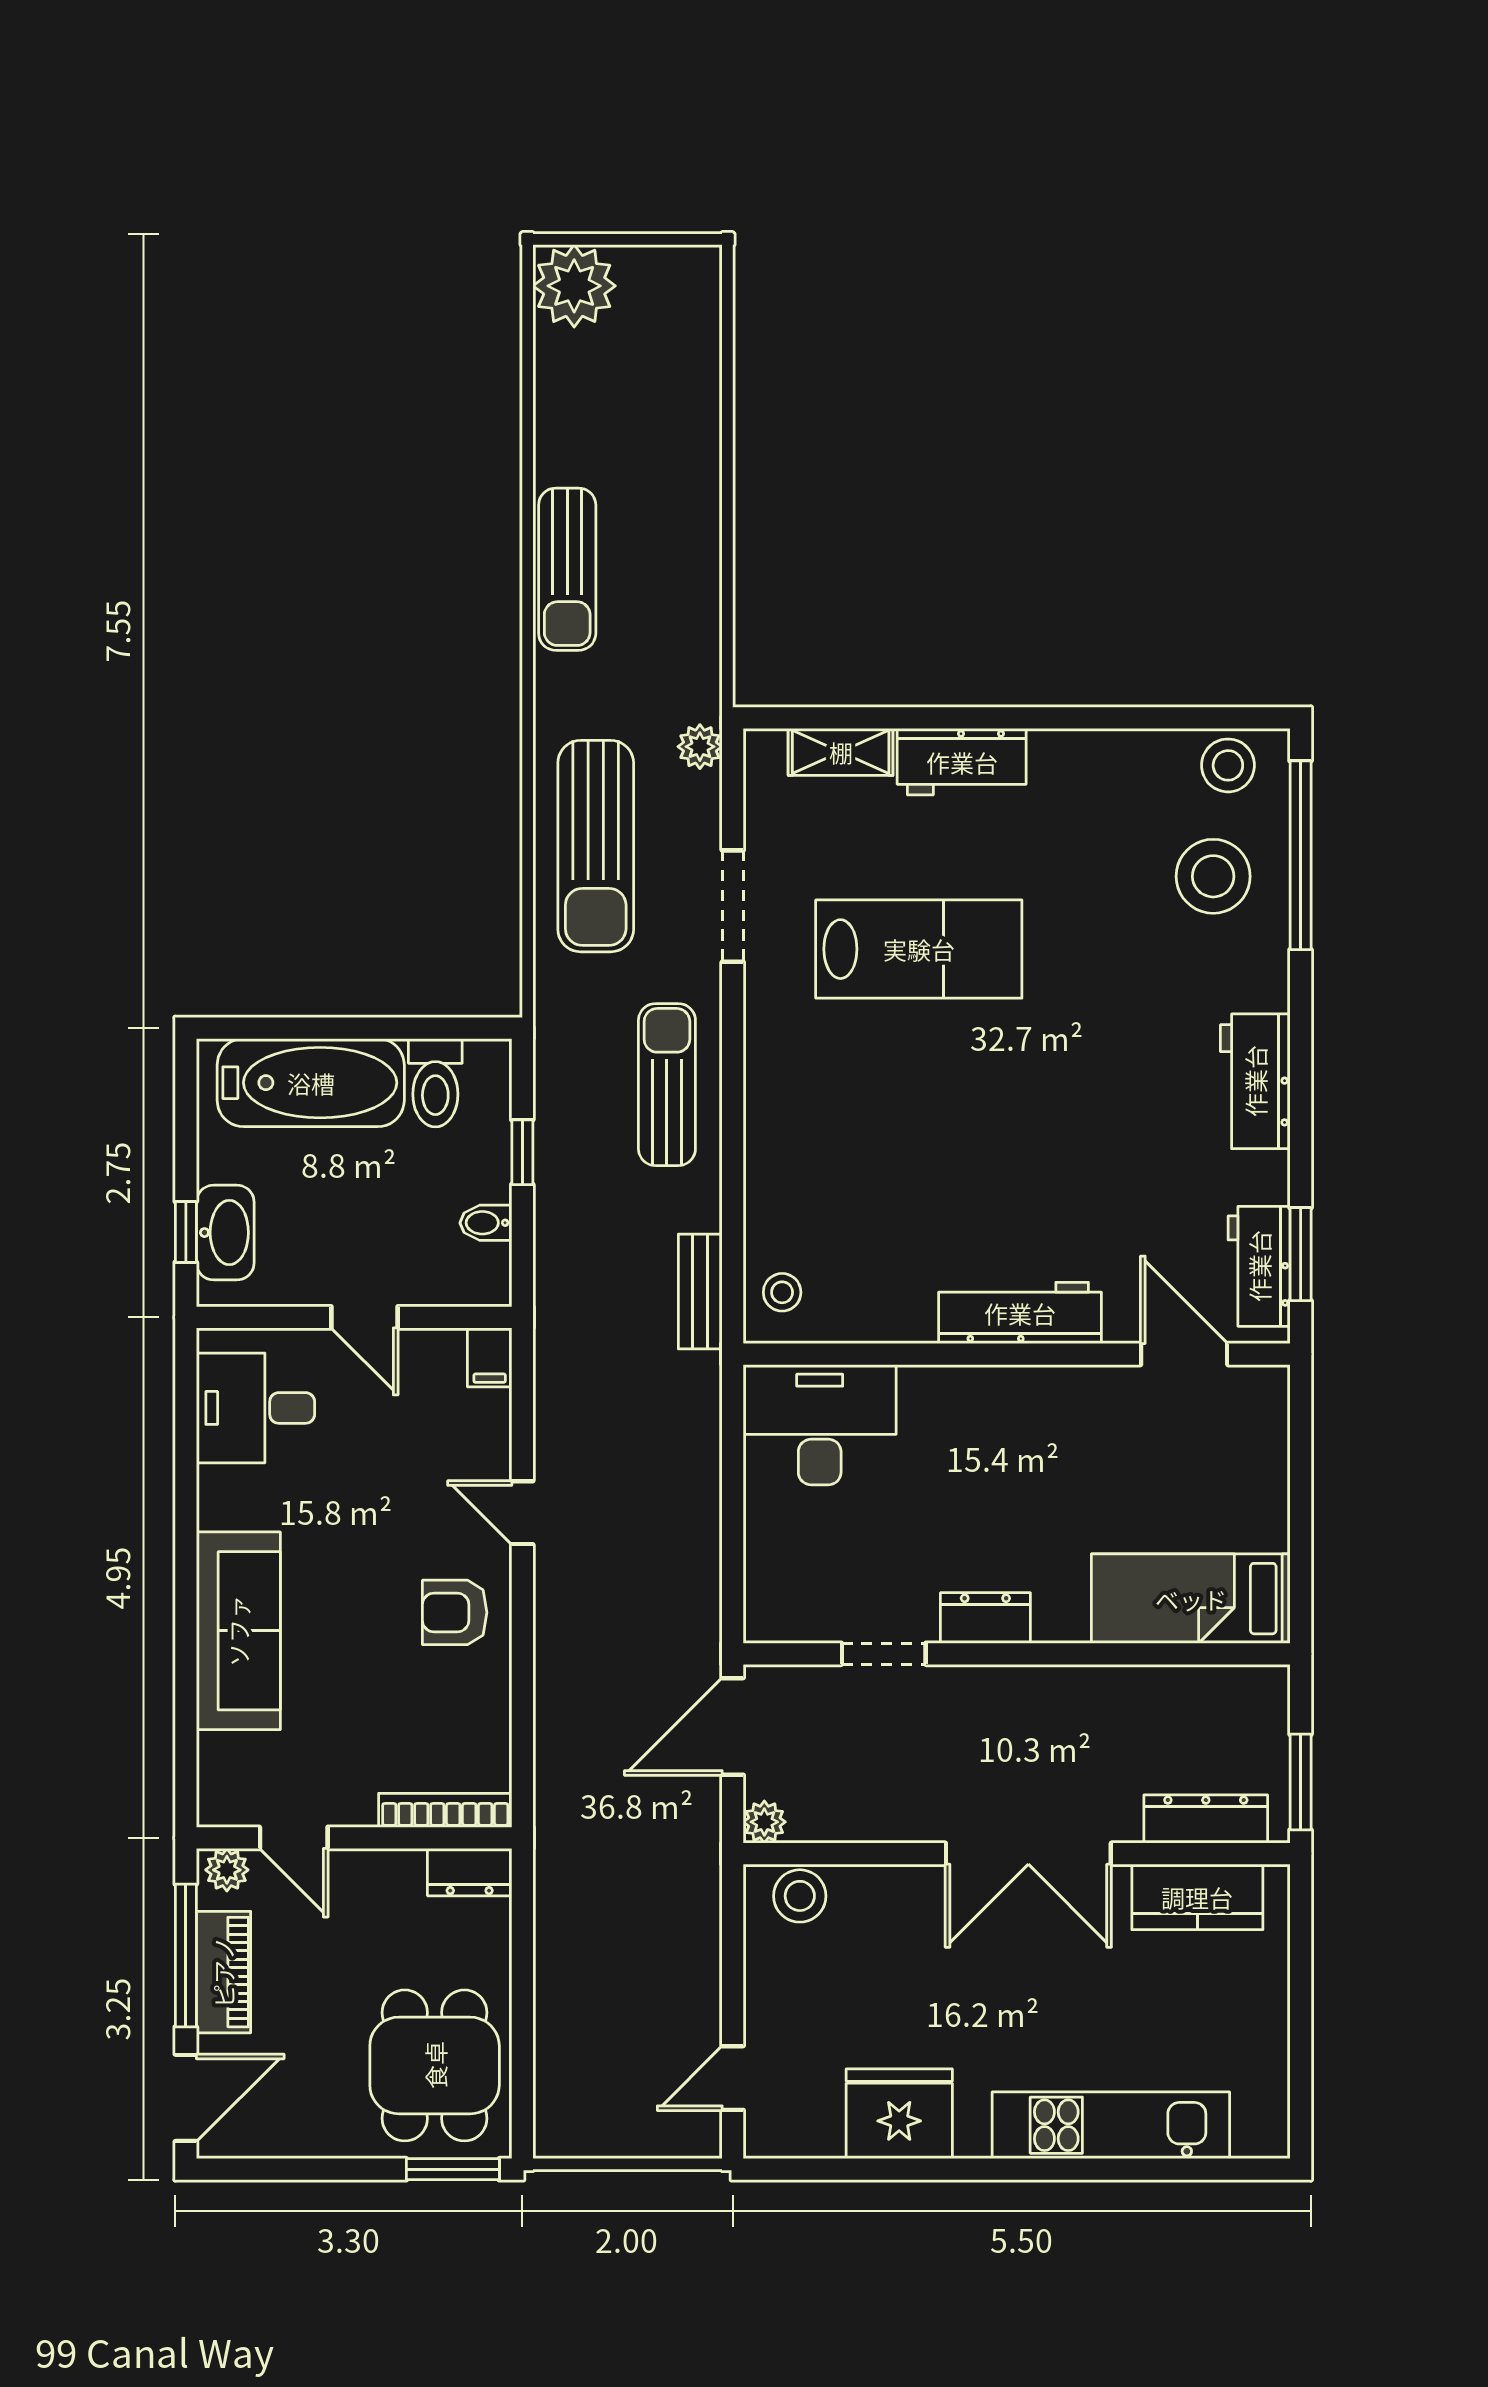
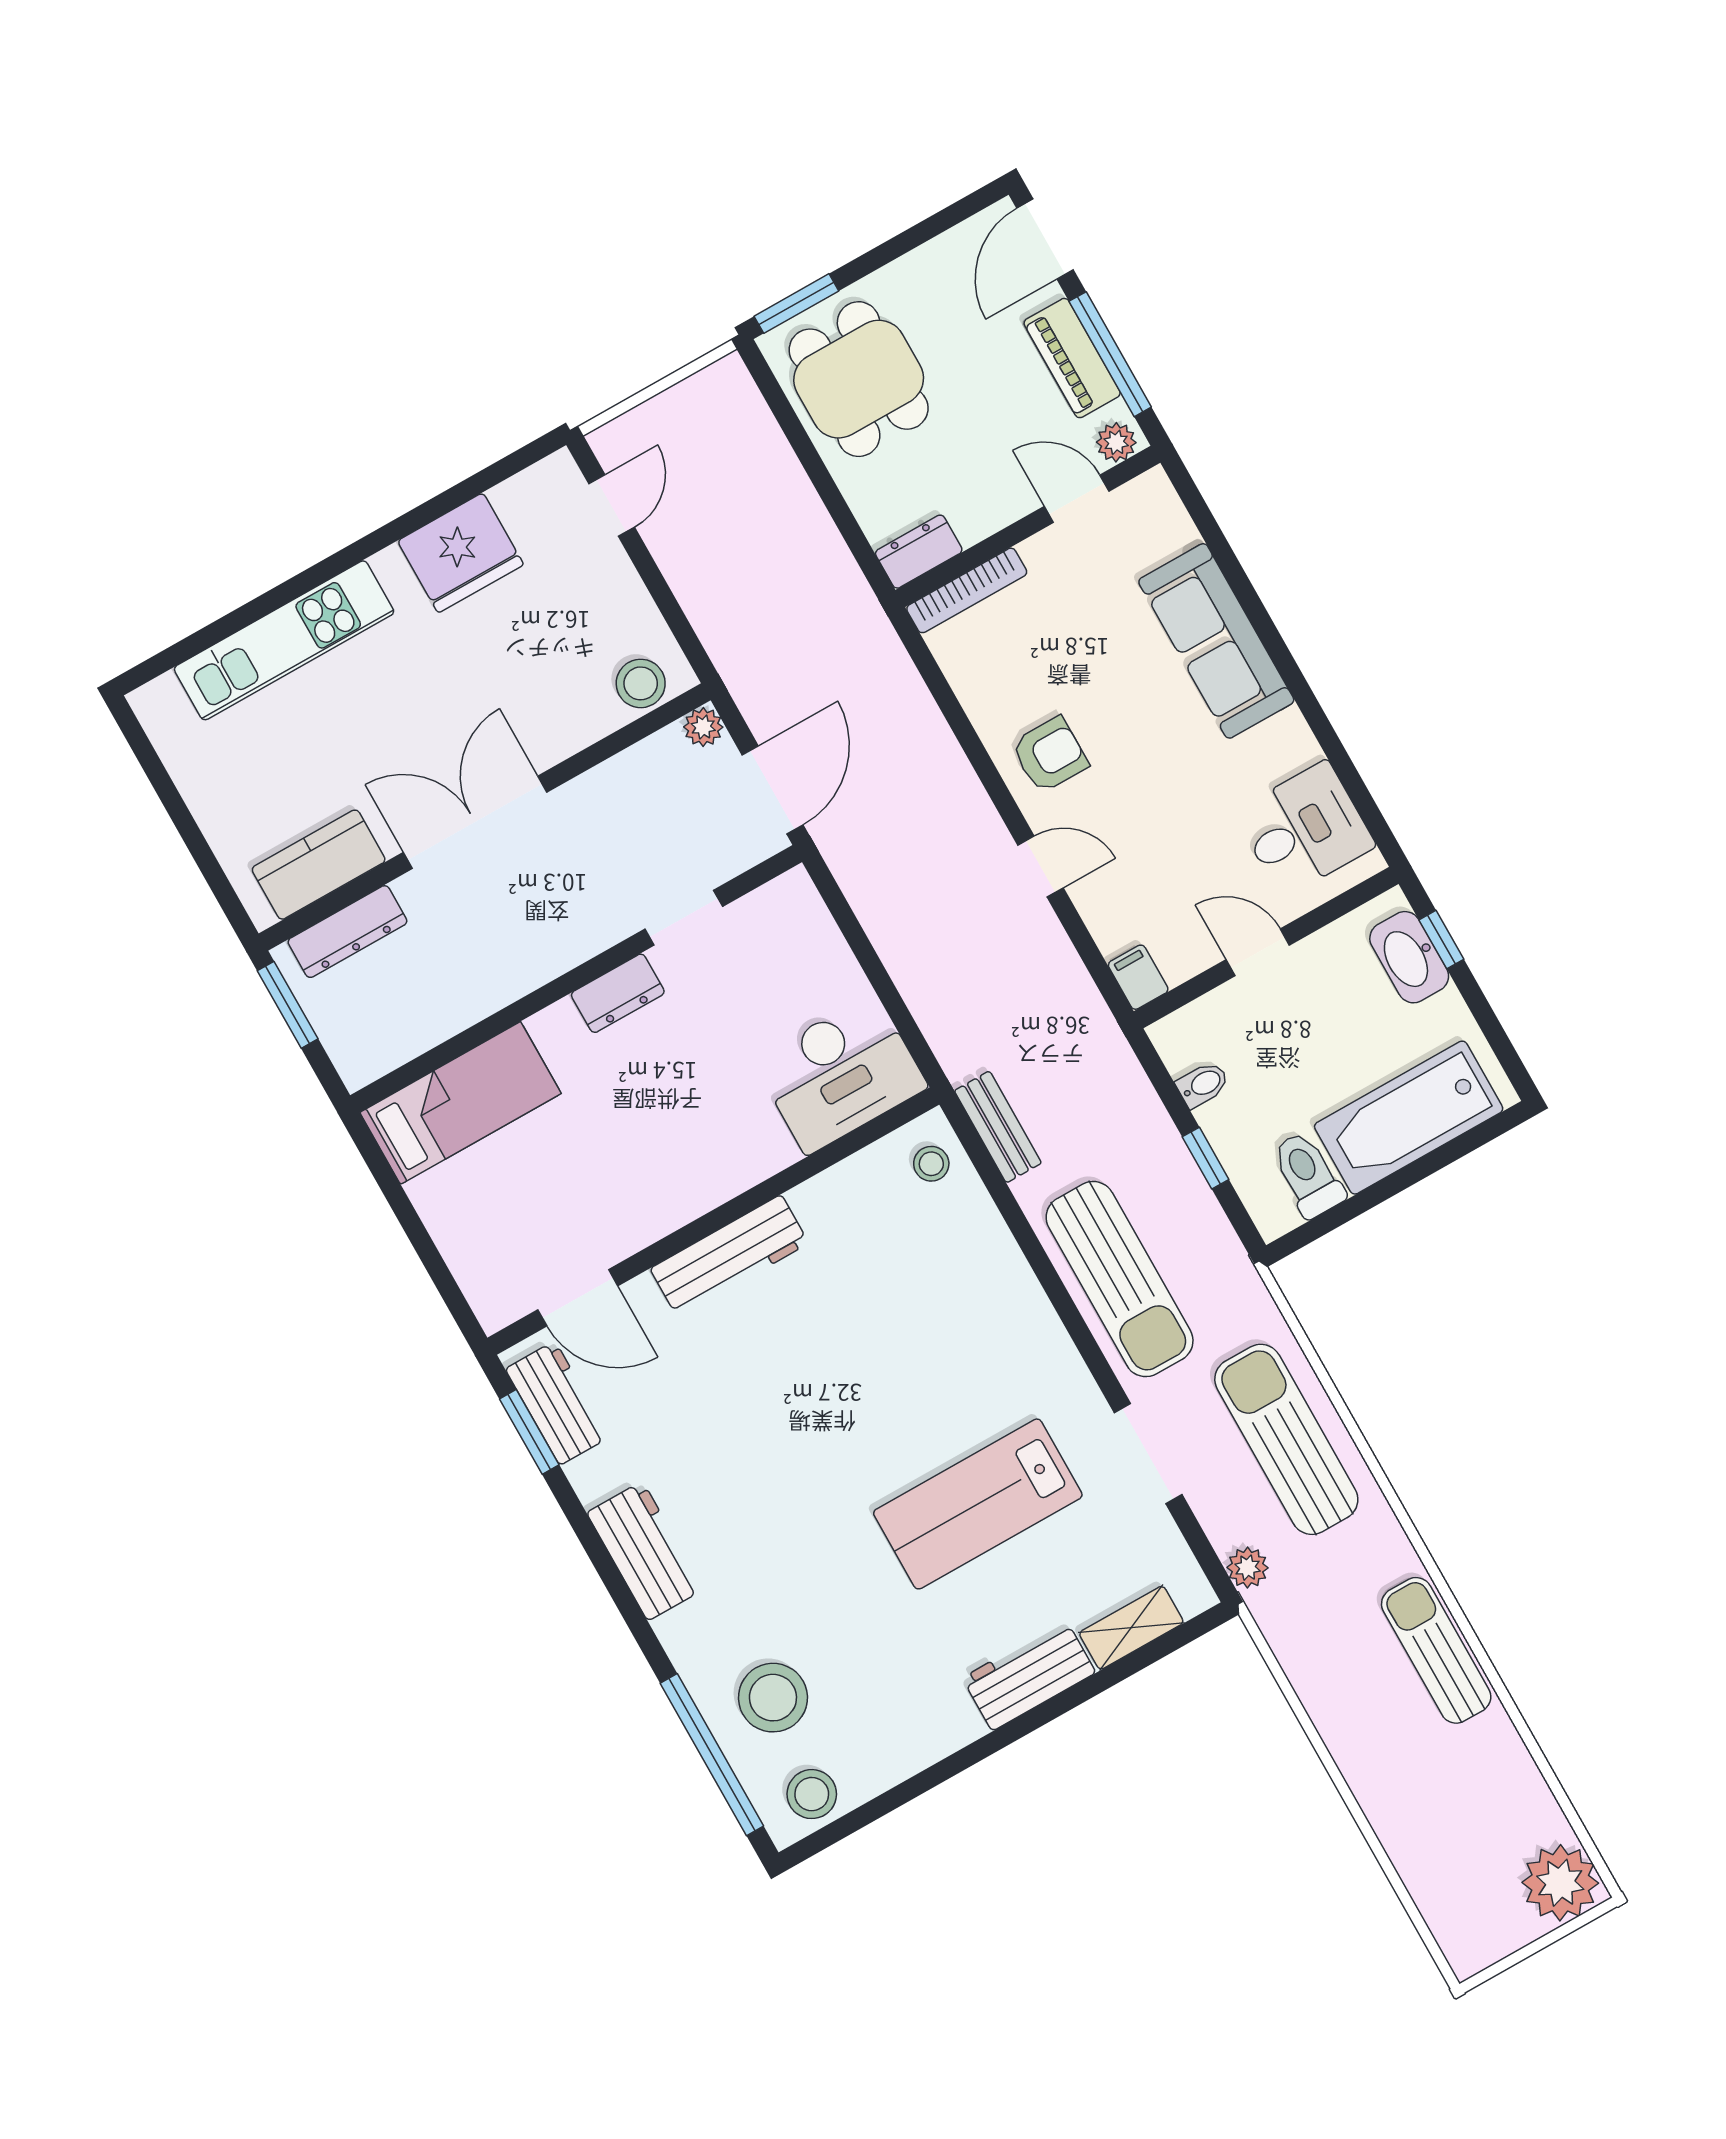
sun lounger: (667, 1085) -> (1120, 1279), width x1.36, depth x1.34

